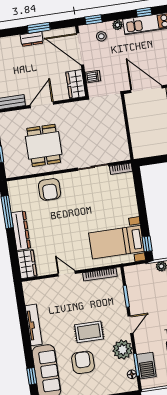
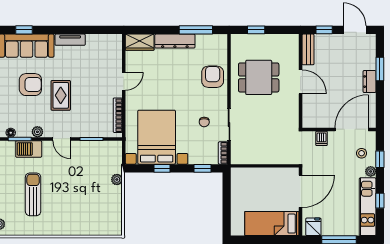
window: (93, 20) -> (380, 159), moved
window: (39, 28) -> (380, 69), moved
wardrobe: (76, 84) -> (316, 120), removed
window: (138, 186) -> (202, 168), added
armchair: (50, 189) -> (213, 77), turned 90
chair: (94, 191) -> (204, 122), added
bed with nightstands: (116, 242) -> (157, 137), width x1.36
window: (147, 244) -> (162, 168), moved
tv unit: (34, 325) -> (70, 40), width x0.71
plant: (123, 350) -> (37, 132), width x0.53, depth x0.53
barbecue: (146, 366) -> (29, 149), moved

